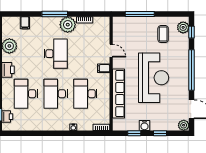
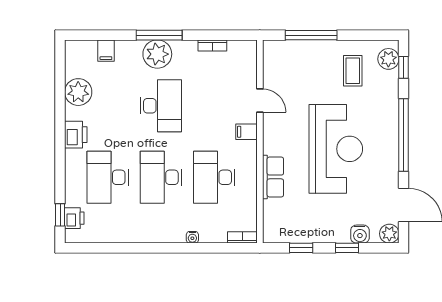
plant: (68, 25) -> (157, 54), moved
row of seats: (118, 94) -> (273, 177), width x0.50
water cooler: (144, 126) -> (360, 234), moved

